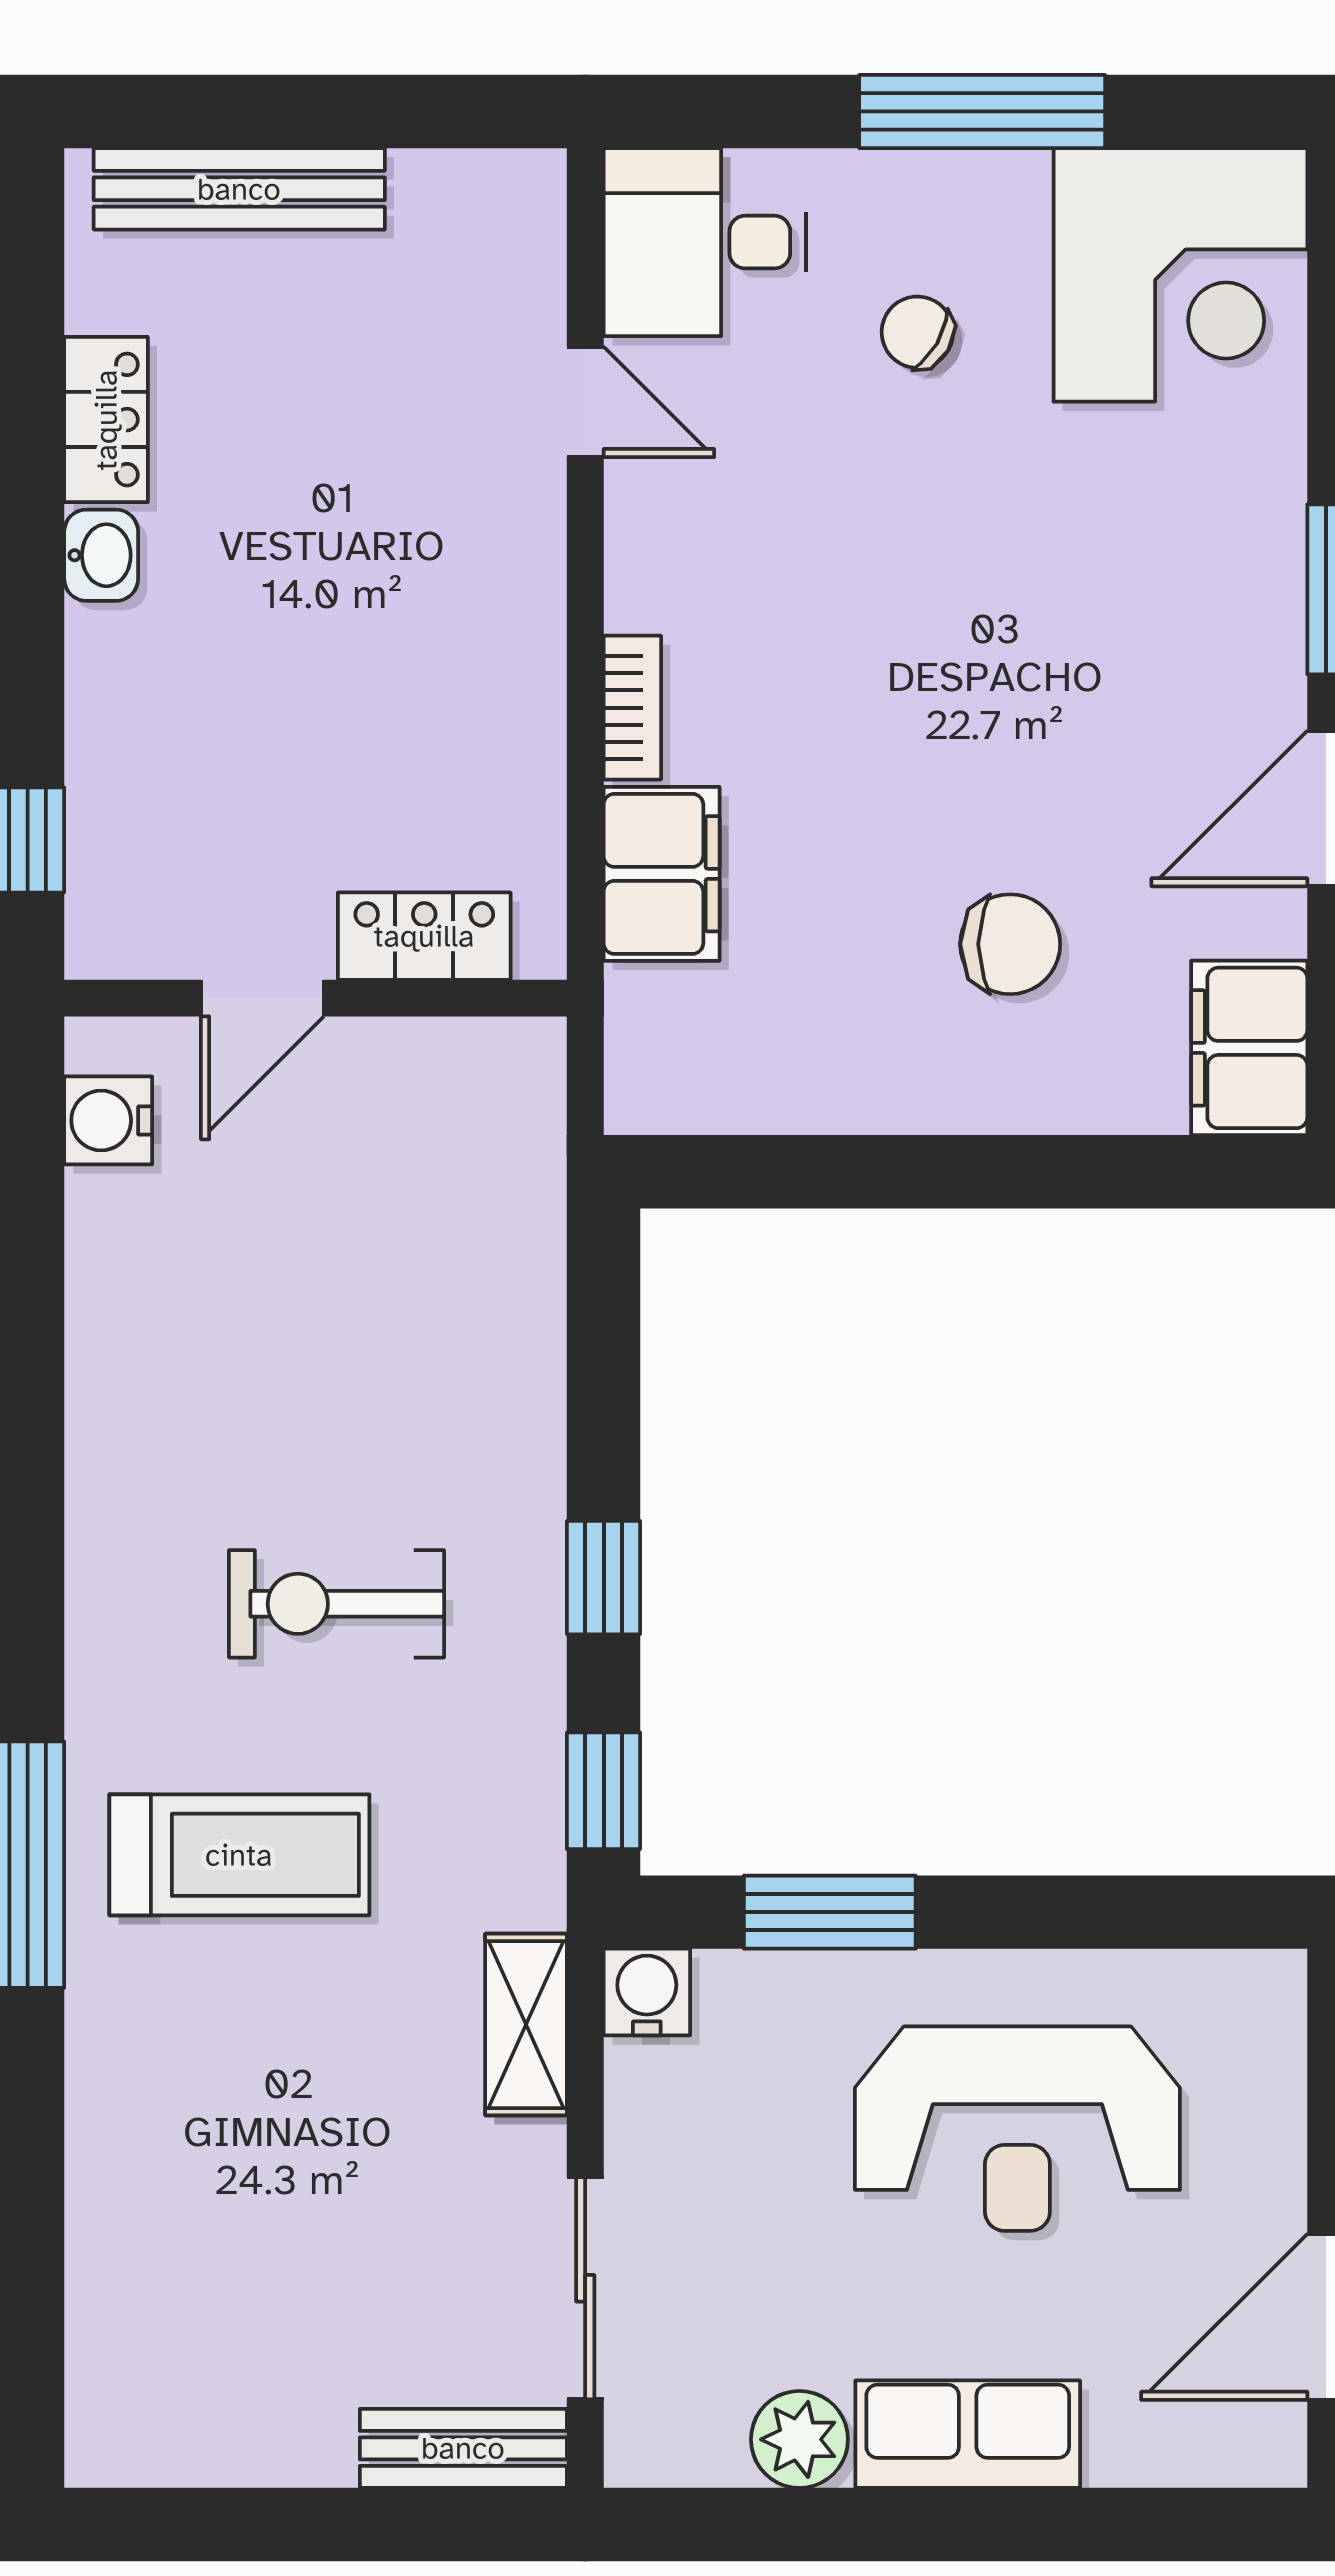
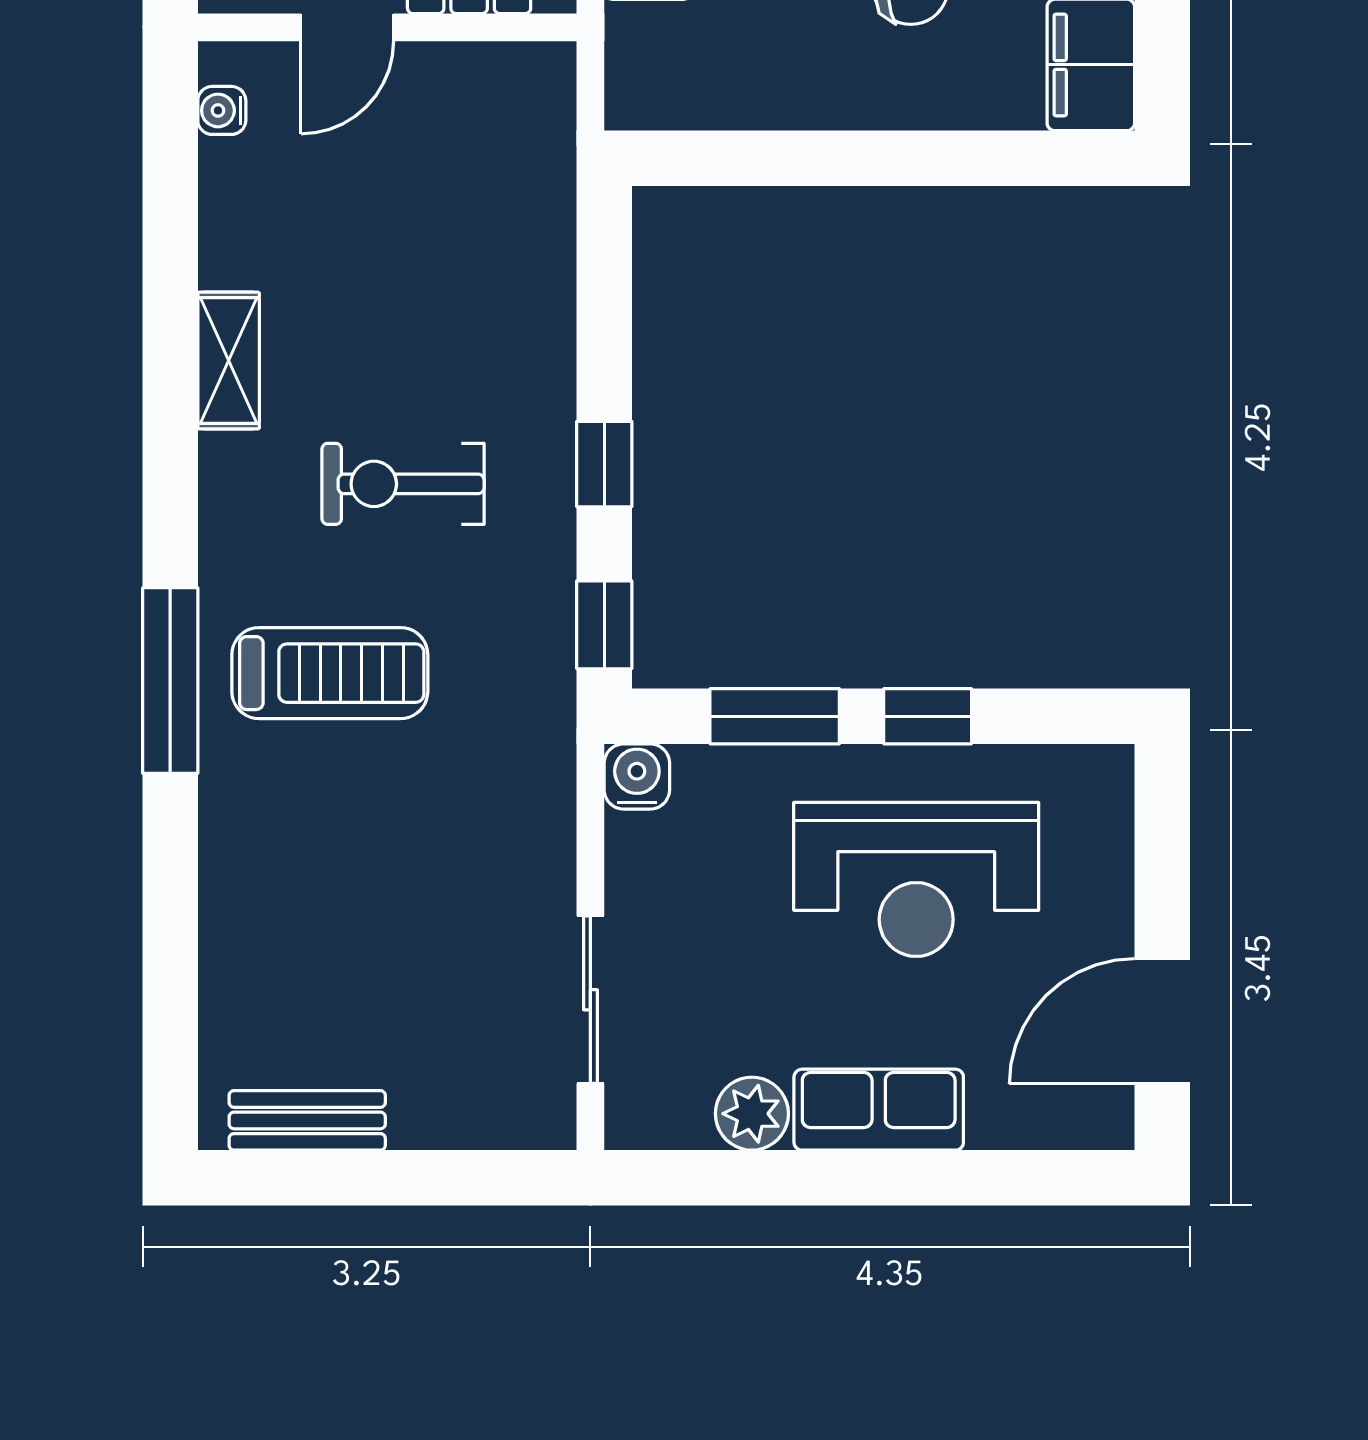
water cooler: (108, 1120) -> (222, 110), width x0.72, depth x0.72
window: (1033, 1912) -> (928, 716), added
shelving: (526, 2025) -> (229, 361), moved
bench: (463, 2448) -> (307, 1120), moved

